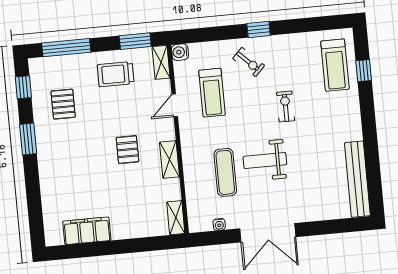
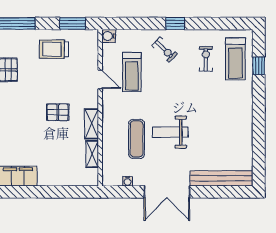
shelving: (161, 62) -> (92, 43), removed
door: (175, 105) -> (100, 80), swing flipped
exercise bike: (286, 106) -> (206, 59), moved
pallet: (127, 150) -> (58, 112), turned 90
bench: (357, 179) -> (222, 178), moved, turned 90
shelving: (176, 218) -> (92, 154), moved

